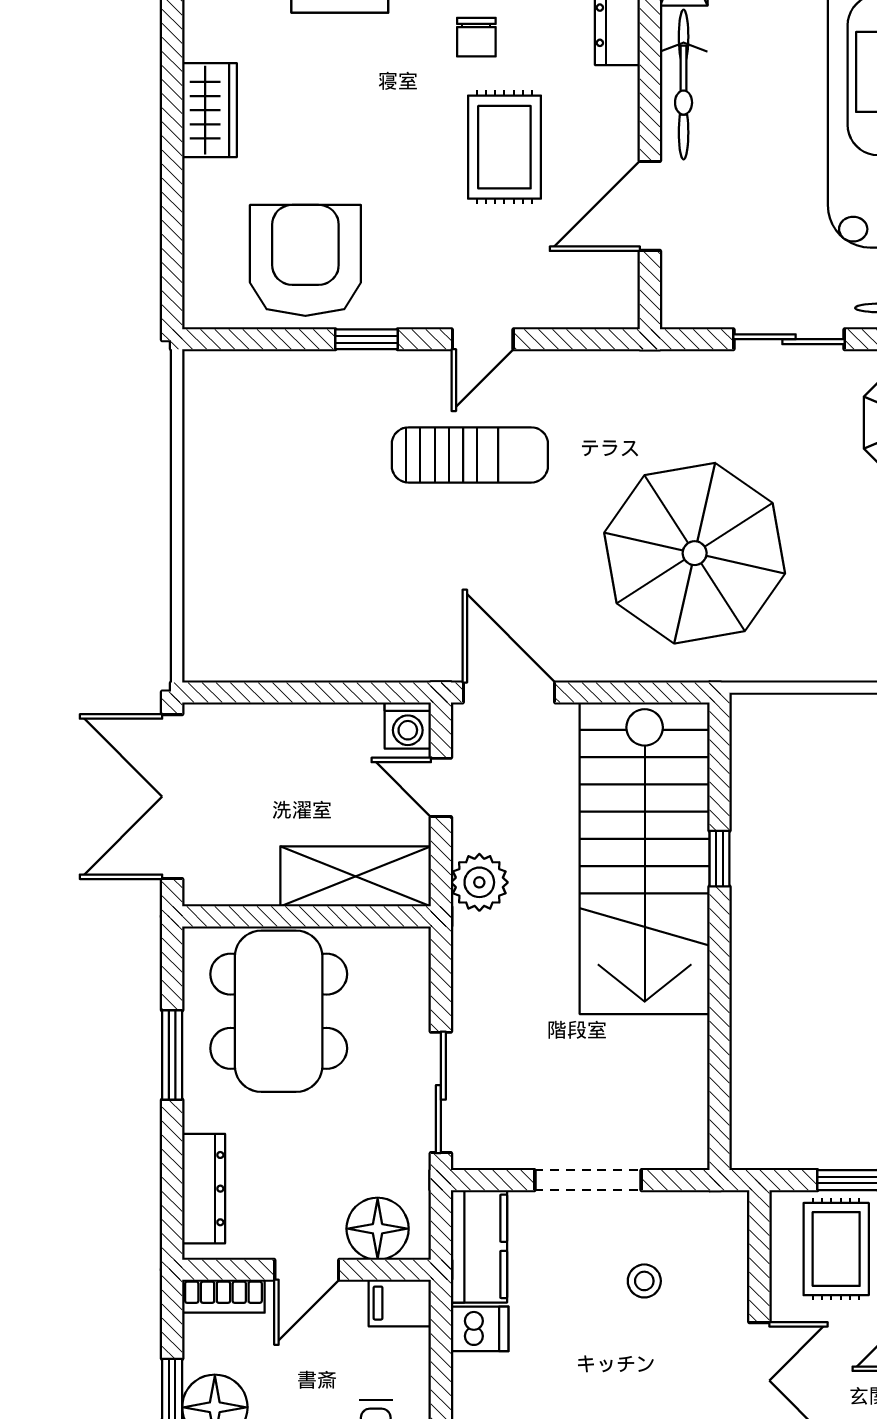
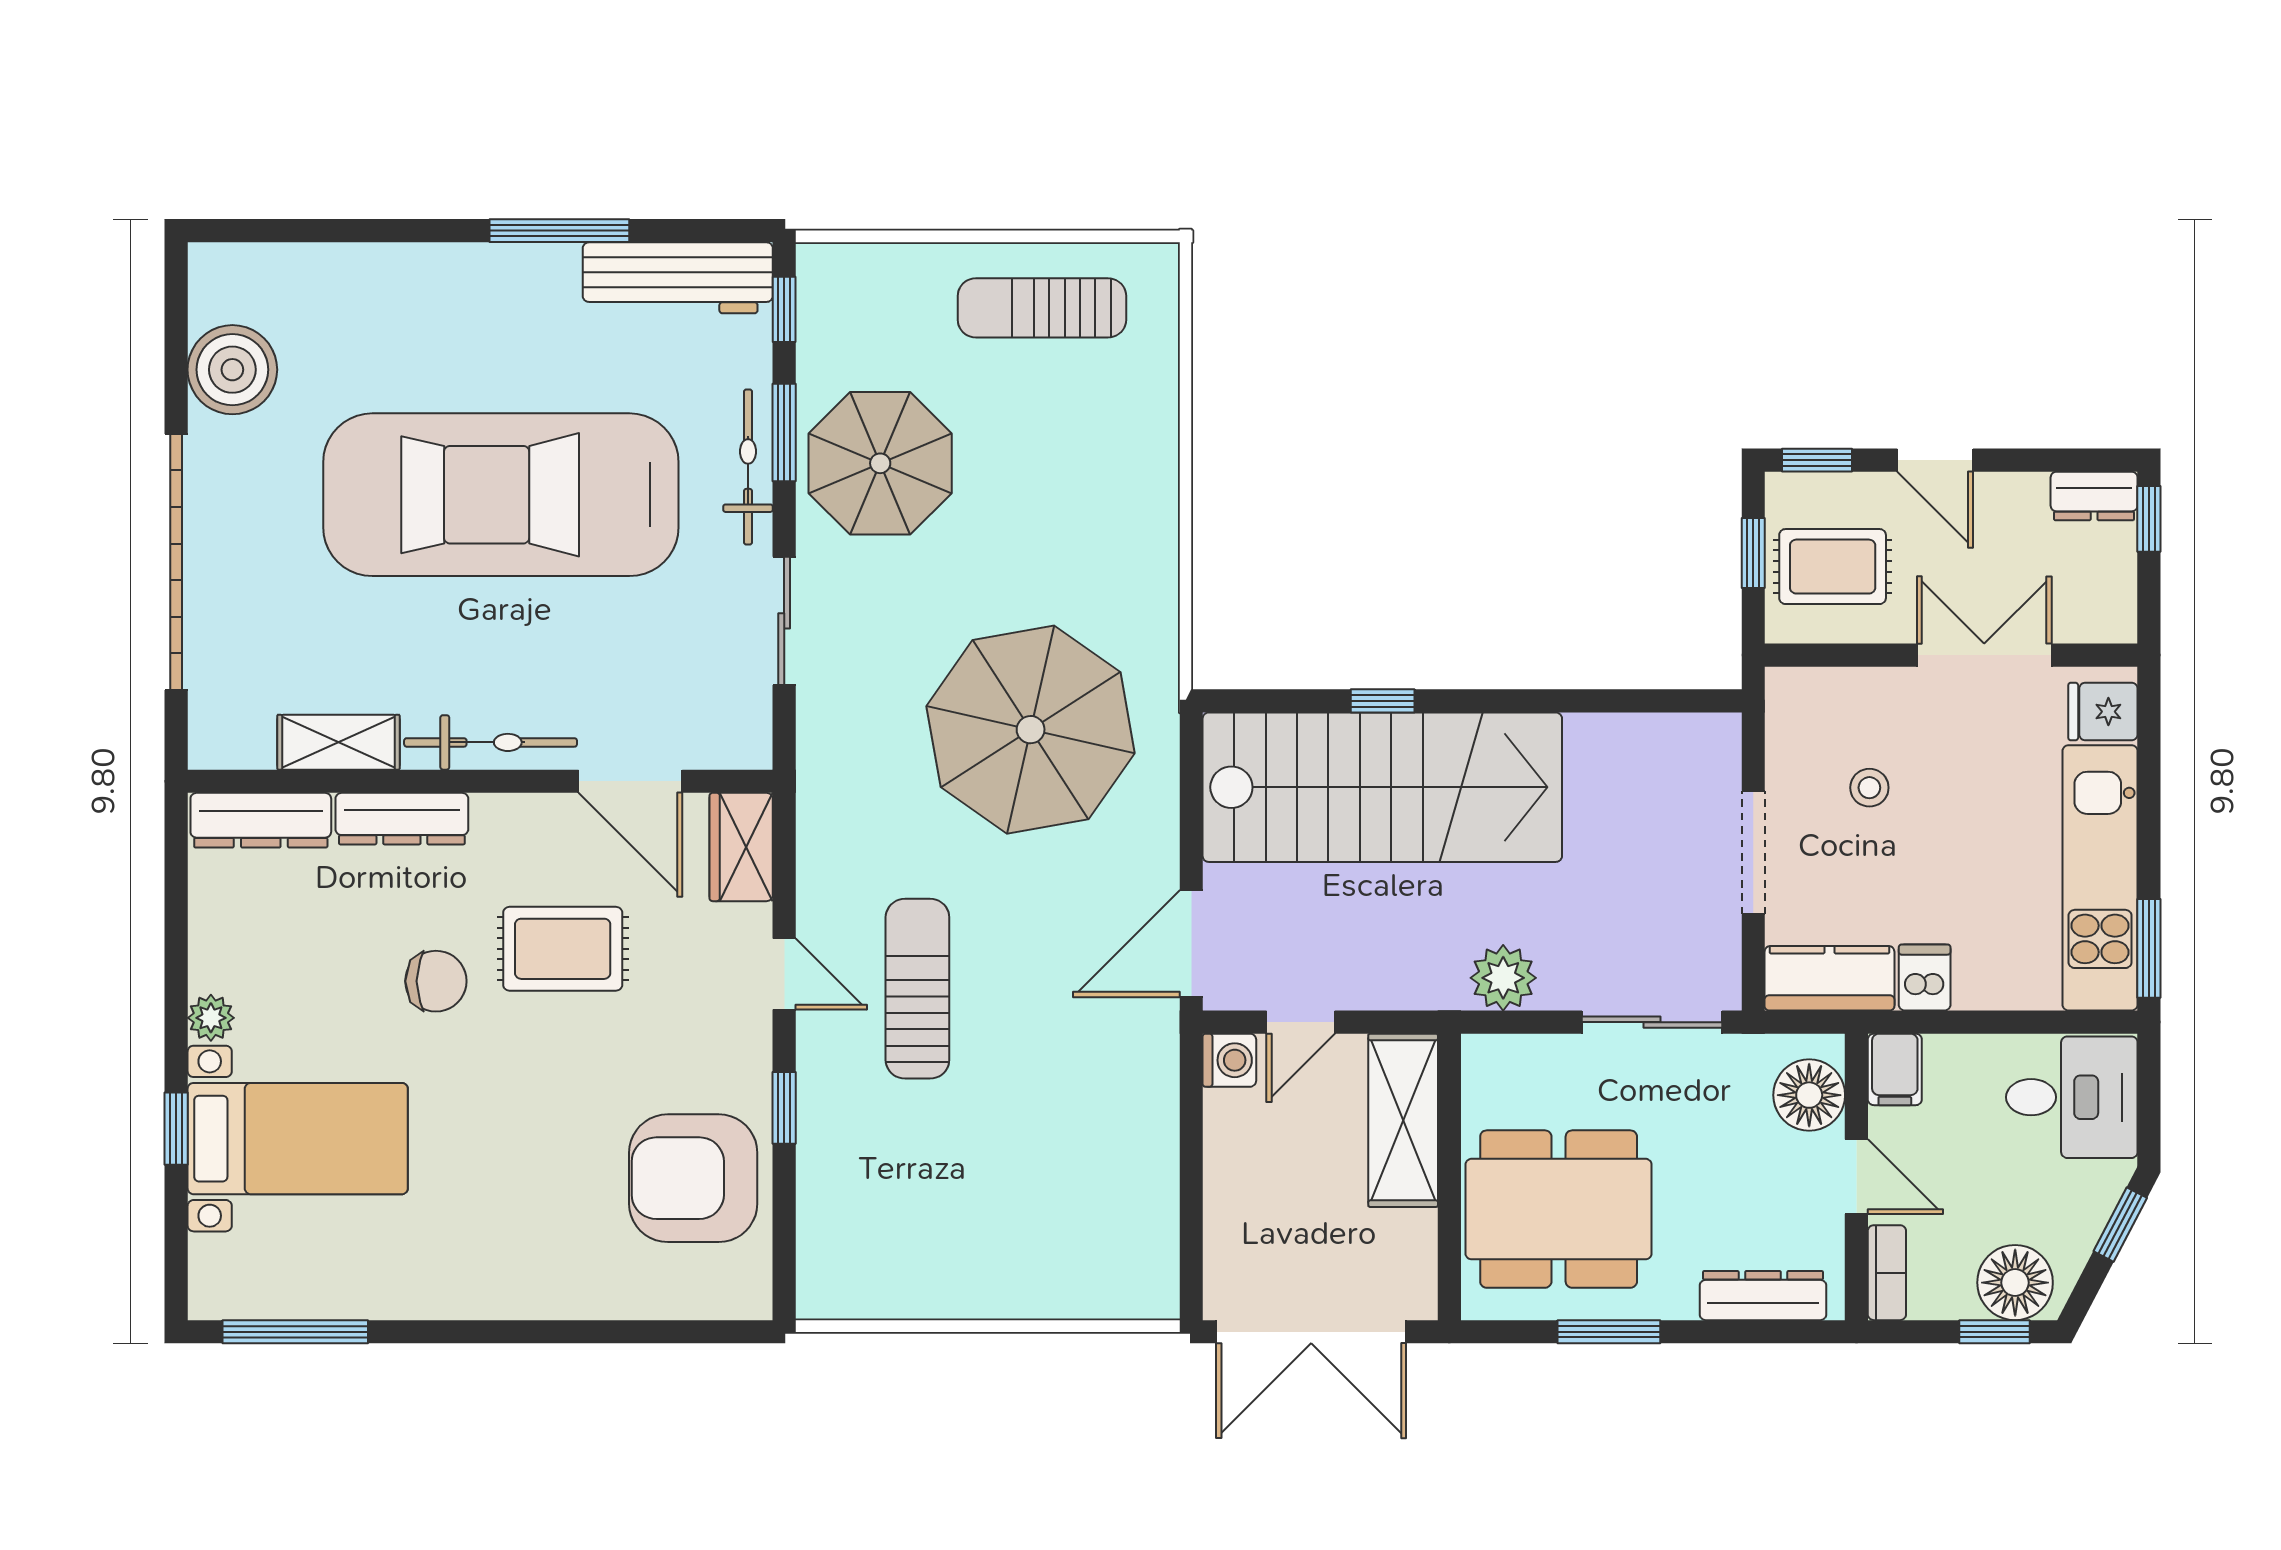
chair: (476, 37) -> (436, 981), width x1.37, depth x1.37
wardrobe: (209, 110) -> (741, 847), moved, turned -90
plant: (479, 882) -> (1503, 978), moved

